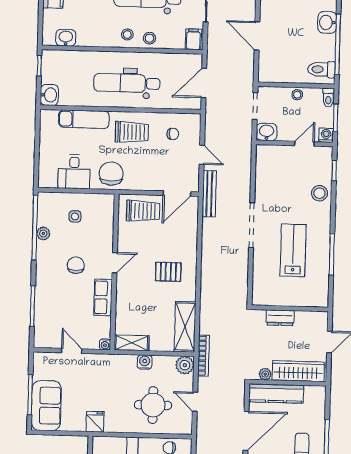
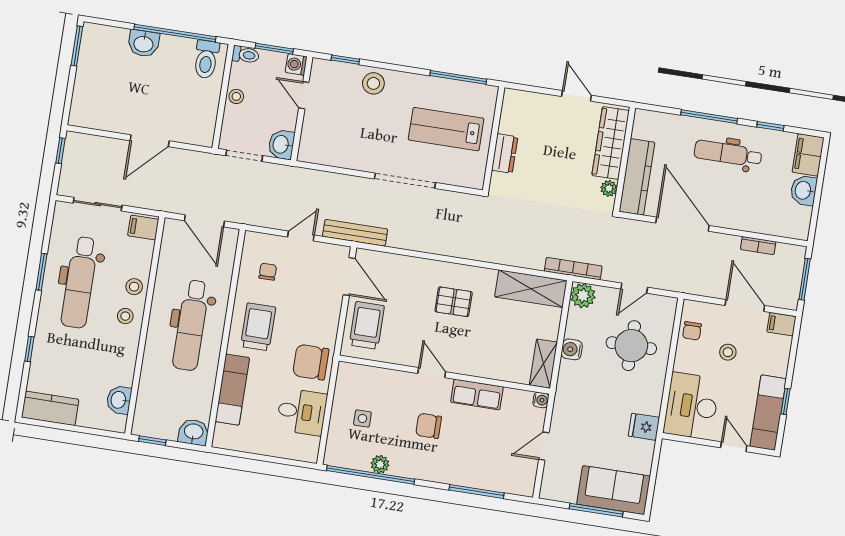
pallet: (168, 272) -> (454, 302), turned 90
wall: (290, 308) -> (494, 139), moved
dresser: (280, 318) -> (505, 153), moved

